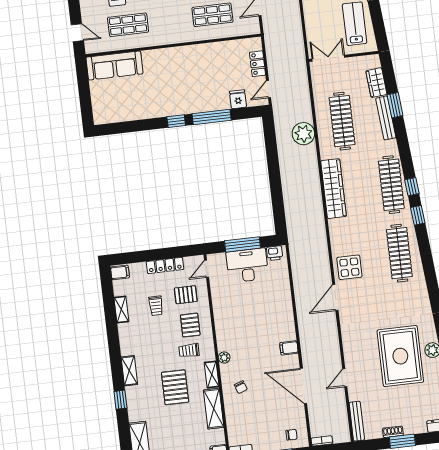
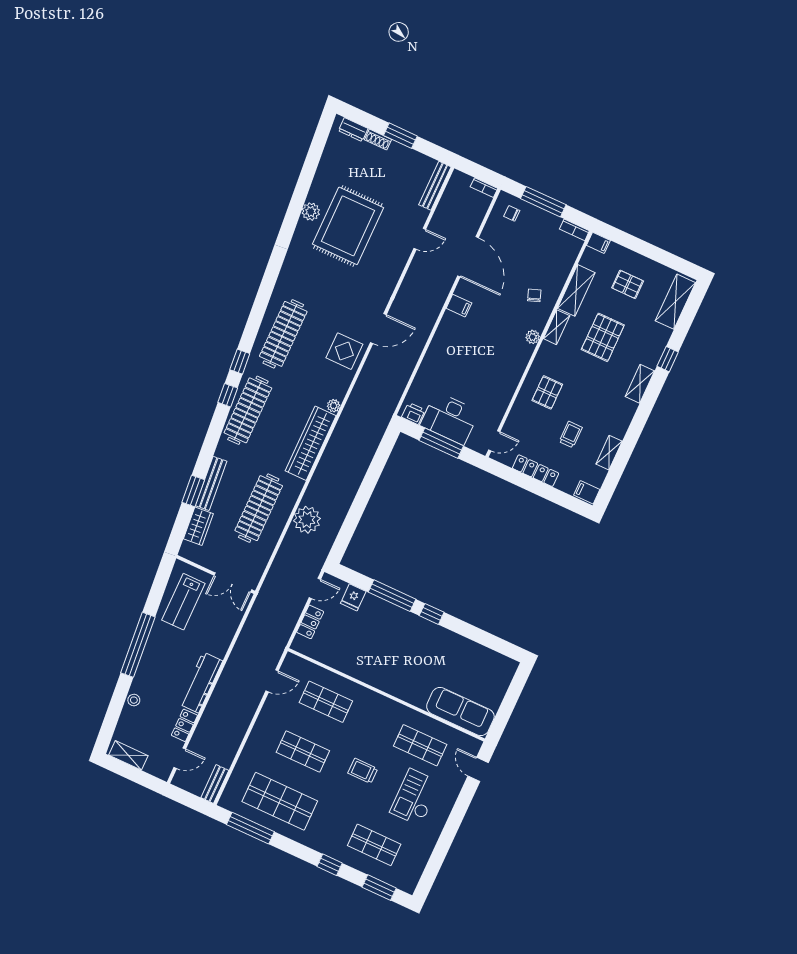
plant: (334, 225) -> (334, 406), added
pallet: (186, 295) -> (628, 284), moved
trolley: (189, 350) -> (565, 367), removed
shoe rack: (393, 432) -> (378, 140), moved

